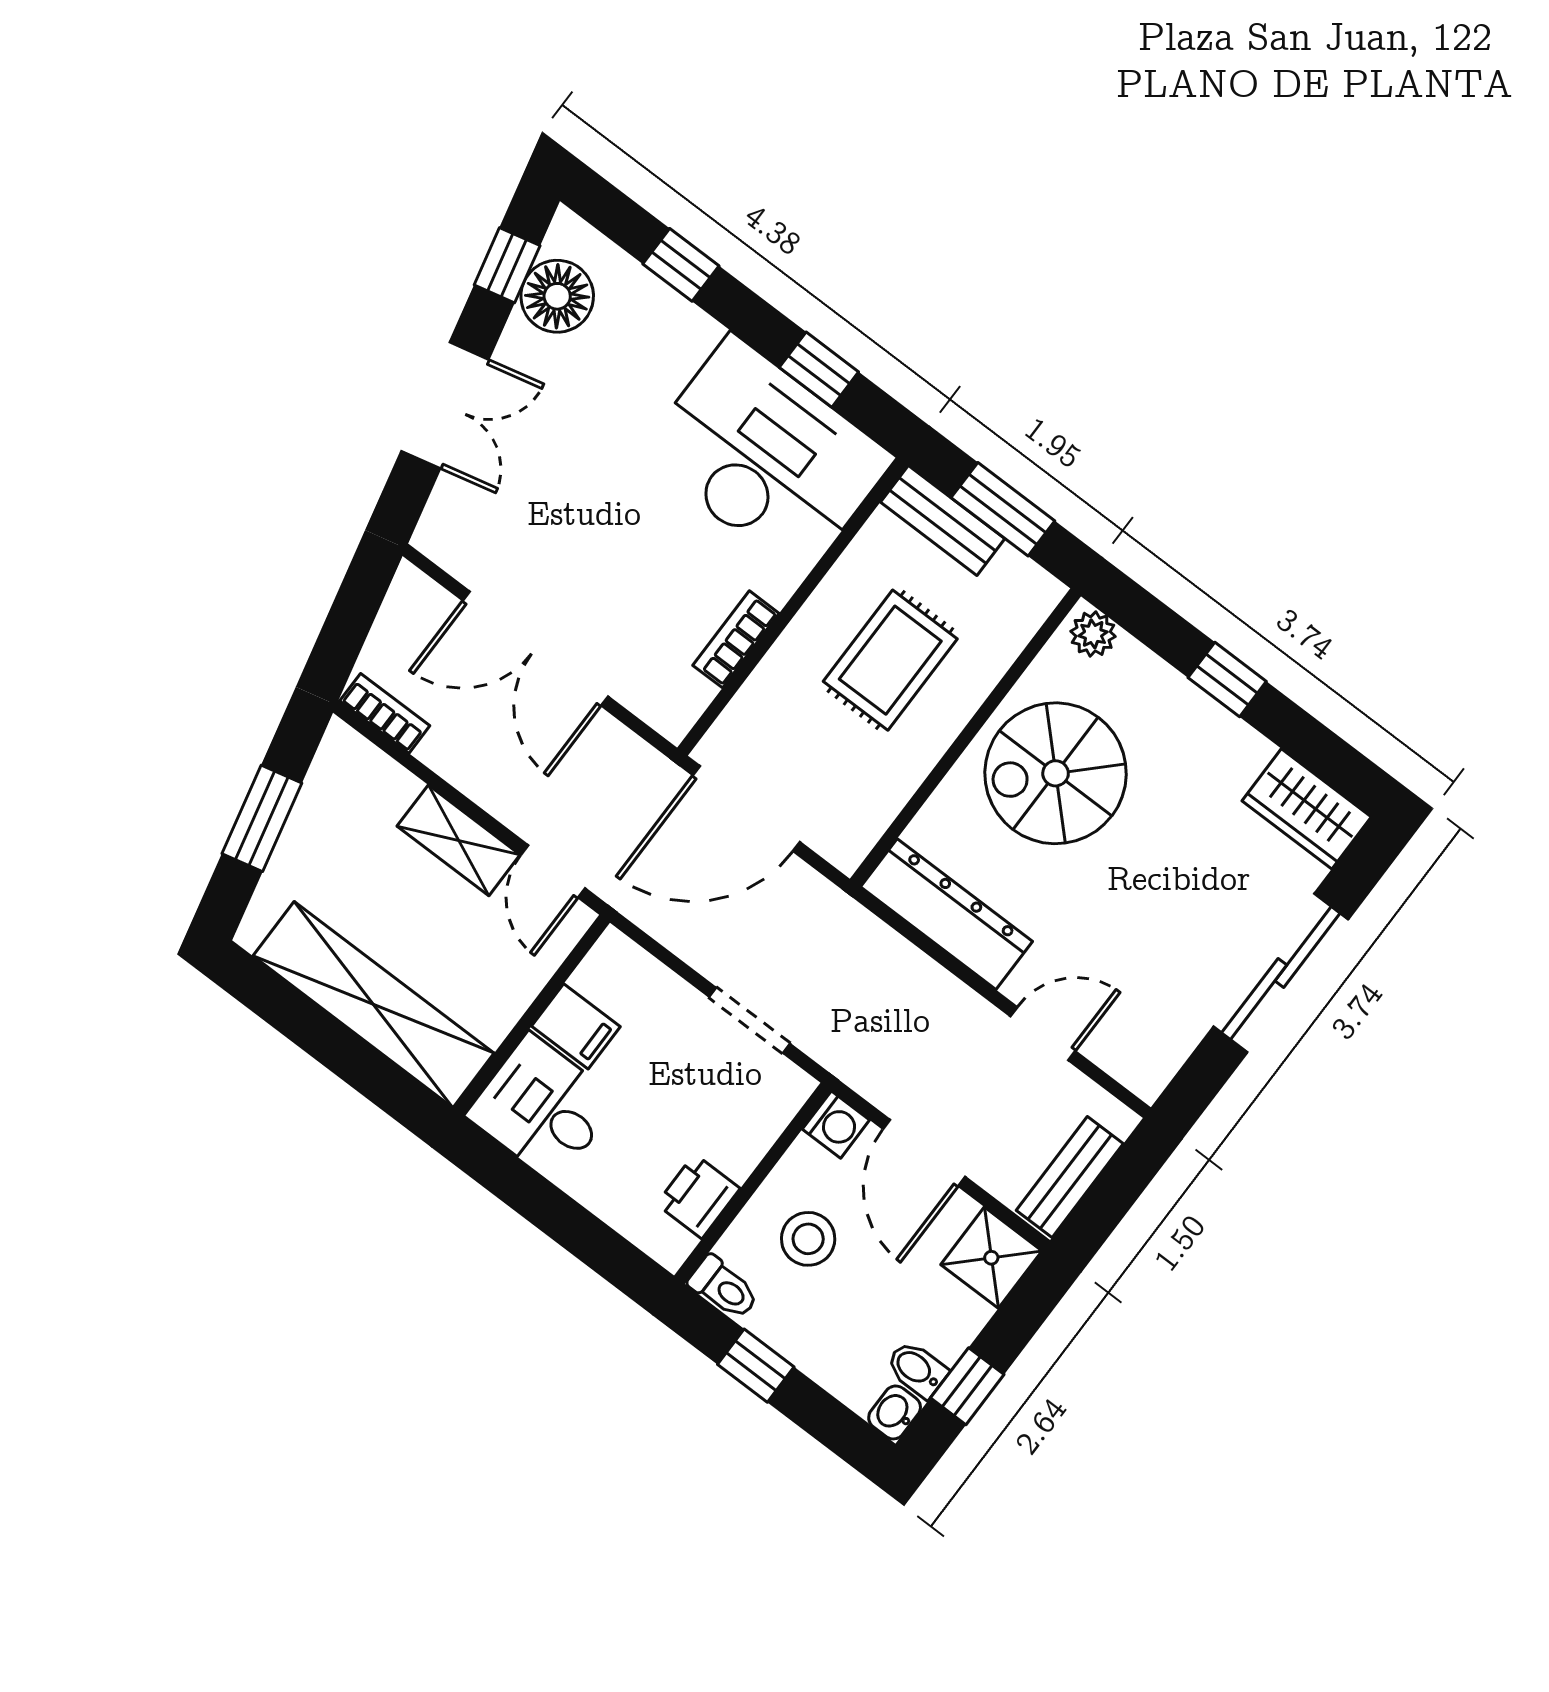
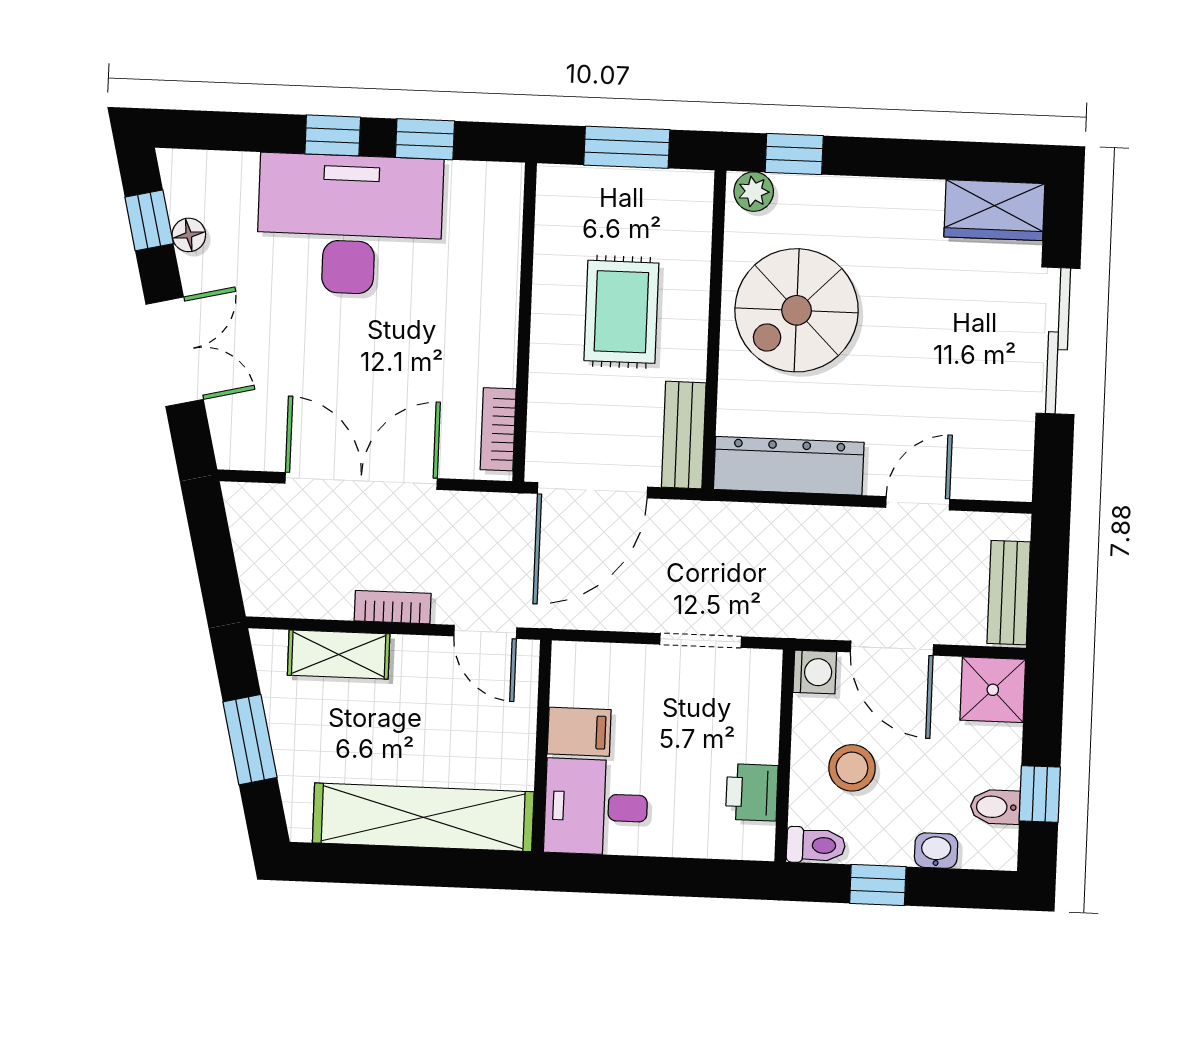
window: (681, 265) -> (333, 135), moved
floor lamp: (557, 296) -> (189, 235), width x0.53, depth x0.53
desk: (766, 456) -> (350, 224), moved
bench: (943, 520) -> (684, 435), moved, turned 90
bookcase: (736, 639) -> (498, 429), moved
double door: (535, 648) -> (361, 481), swing flipped
window: (1227, 679) -> (794, 154), moved
bookcase: (385, 713) -> (393, 607), moved
shelving: (459, 840) -> (339, 655), moved
washbasin: (895, 1412) -> (936, 851), moved, turned 90

